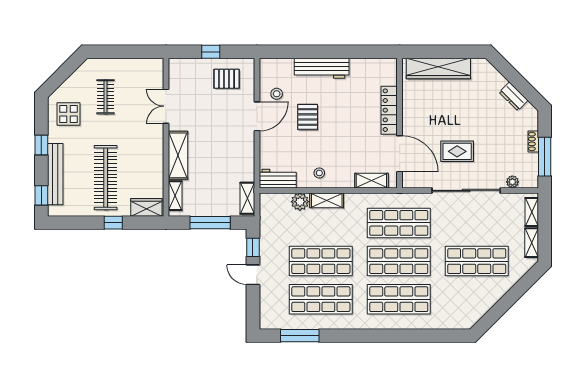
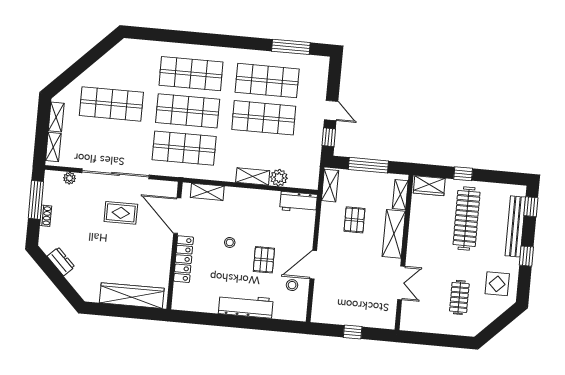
pallet: (227, 79) -> (354, 220), moved, turned 90
stool: (319, 173) -> (230, 242), moved

